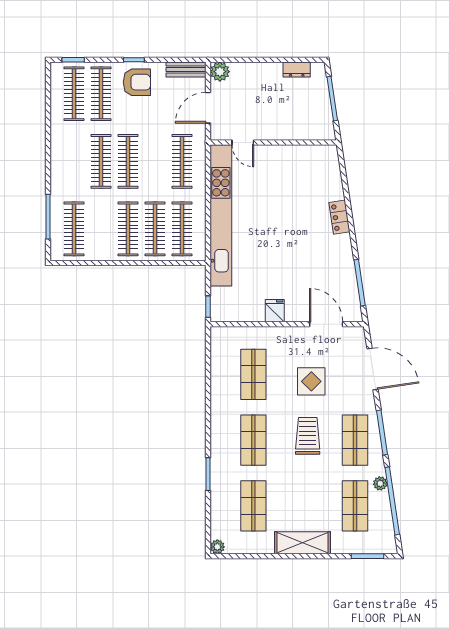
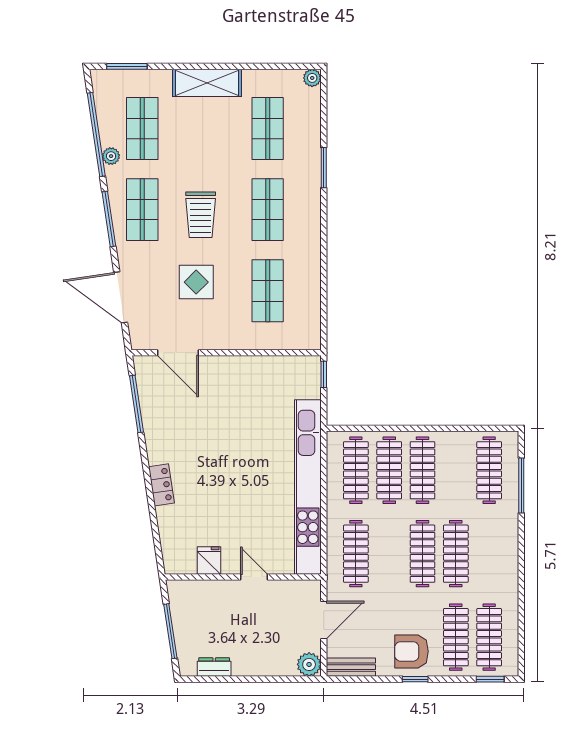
door: (243, 142) -> (254, 577), moved
fridge: (275, 311) -> (209, 560), moved, turned 180

